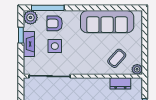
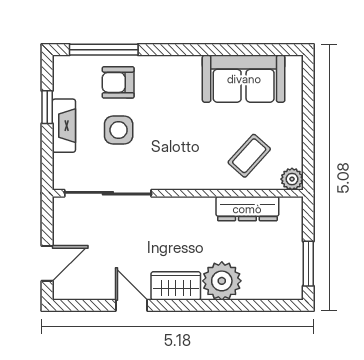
plant: (30, 17) -> (67, 70), removed
sofa: (107, 22) -> (244, 79), width x0.73
dresser: (120, 83) -> (247, 209), width x1.44

